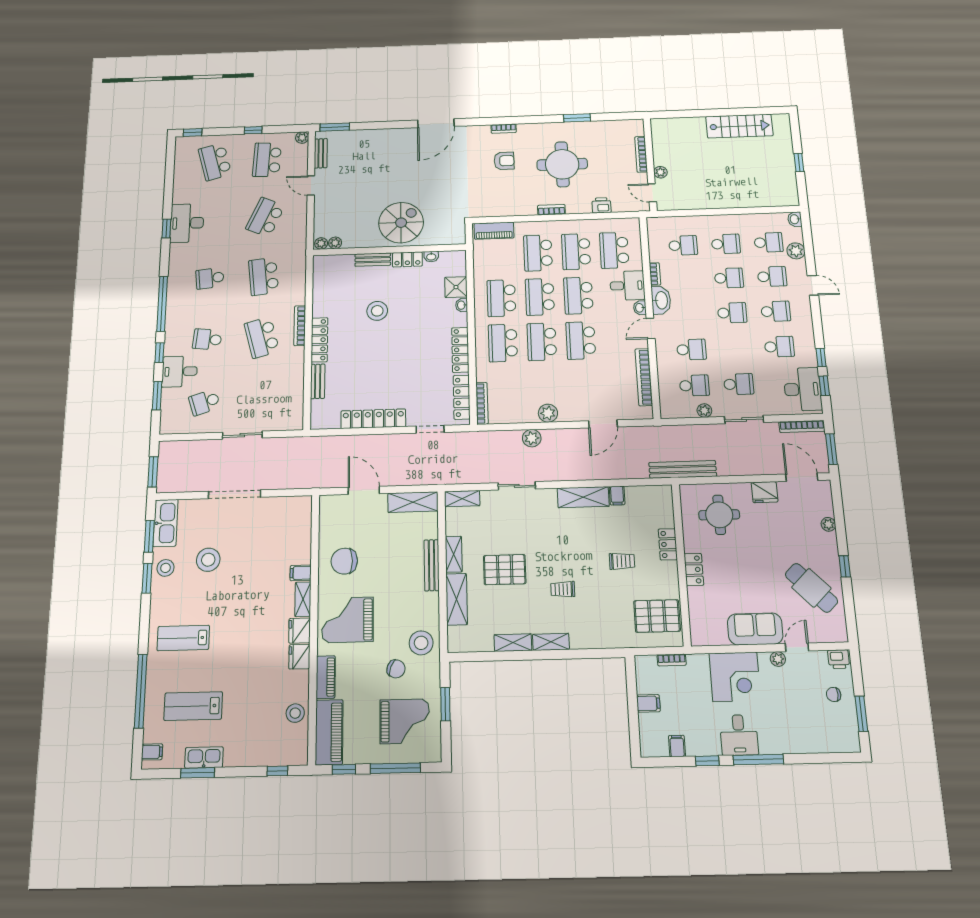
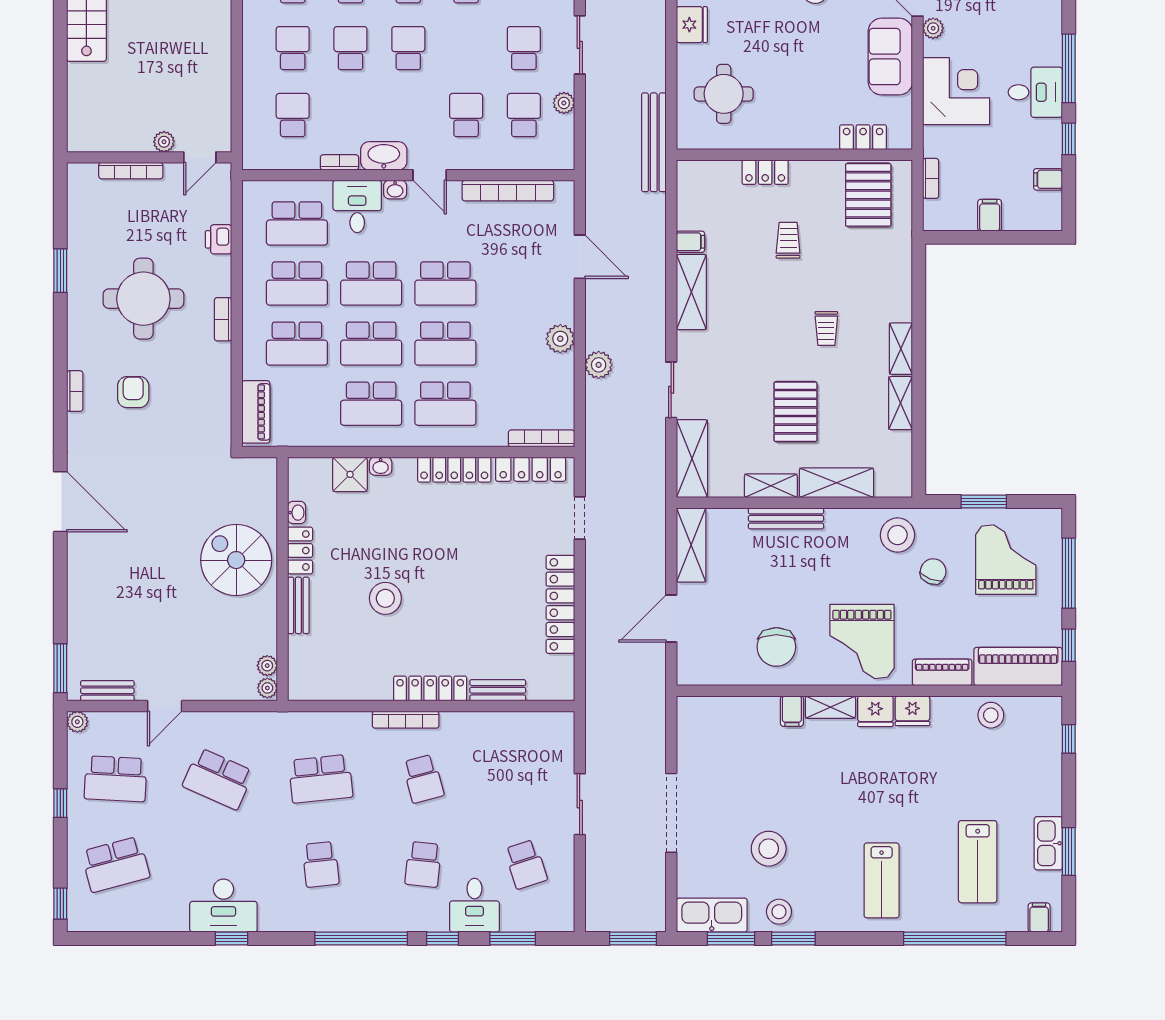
school desk: (262, 338) -> (423, 779), width x0.54
shelving: (462, 499) -> (692, 459), width x1.50, depth x1.33
locker: (694, 570) -> (863, 137), moved

